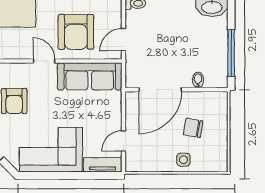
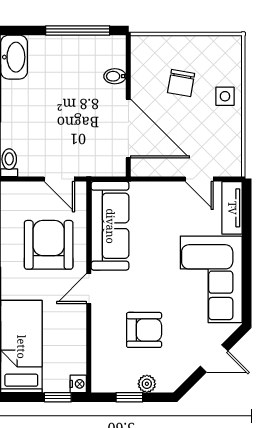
armchair: (76, 32) -> (49, 245), turned -90

